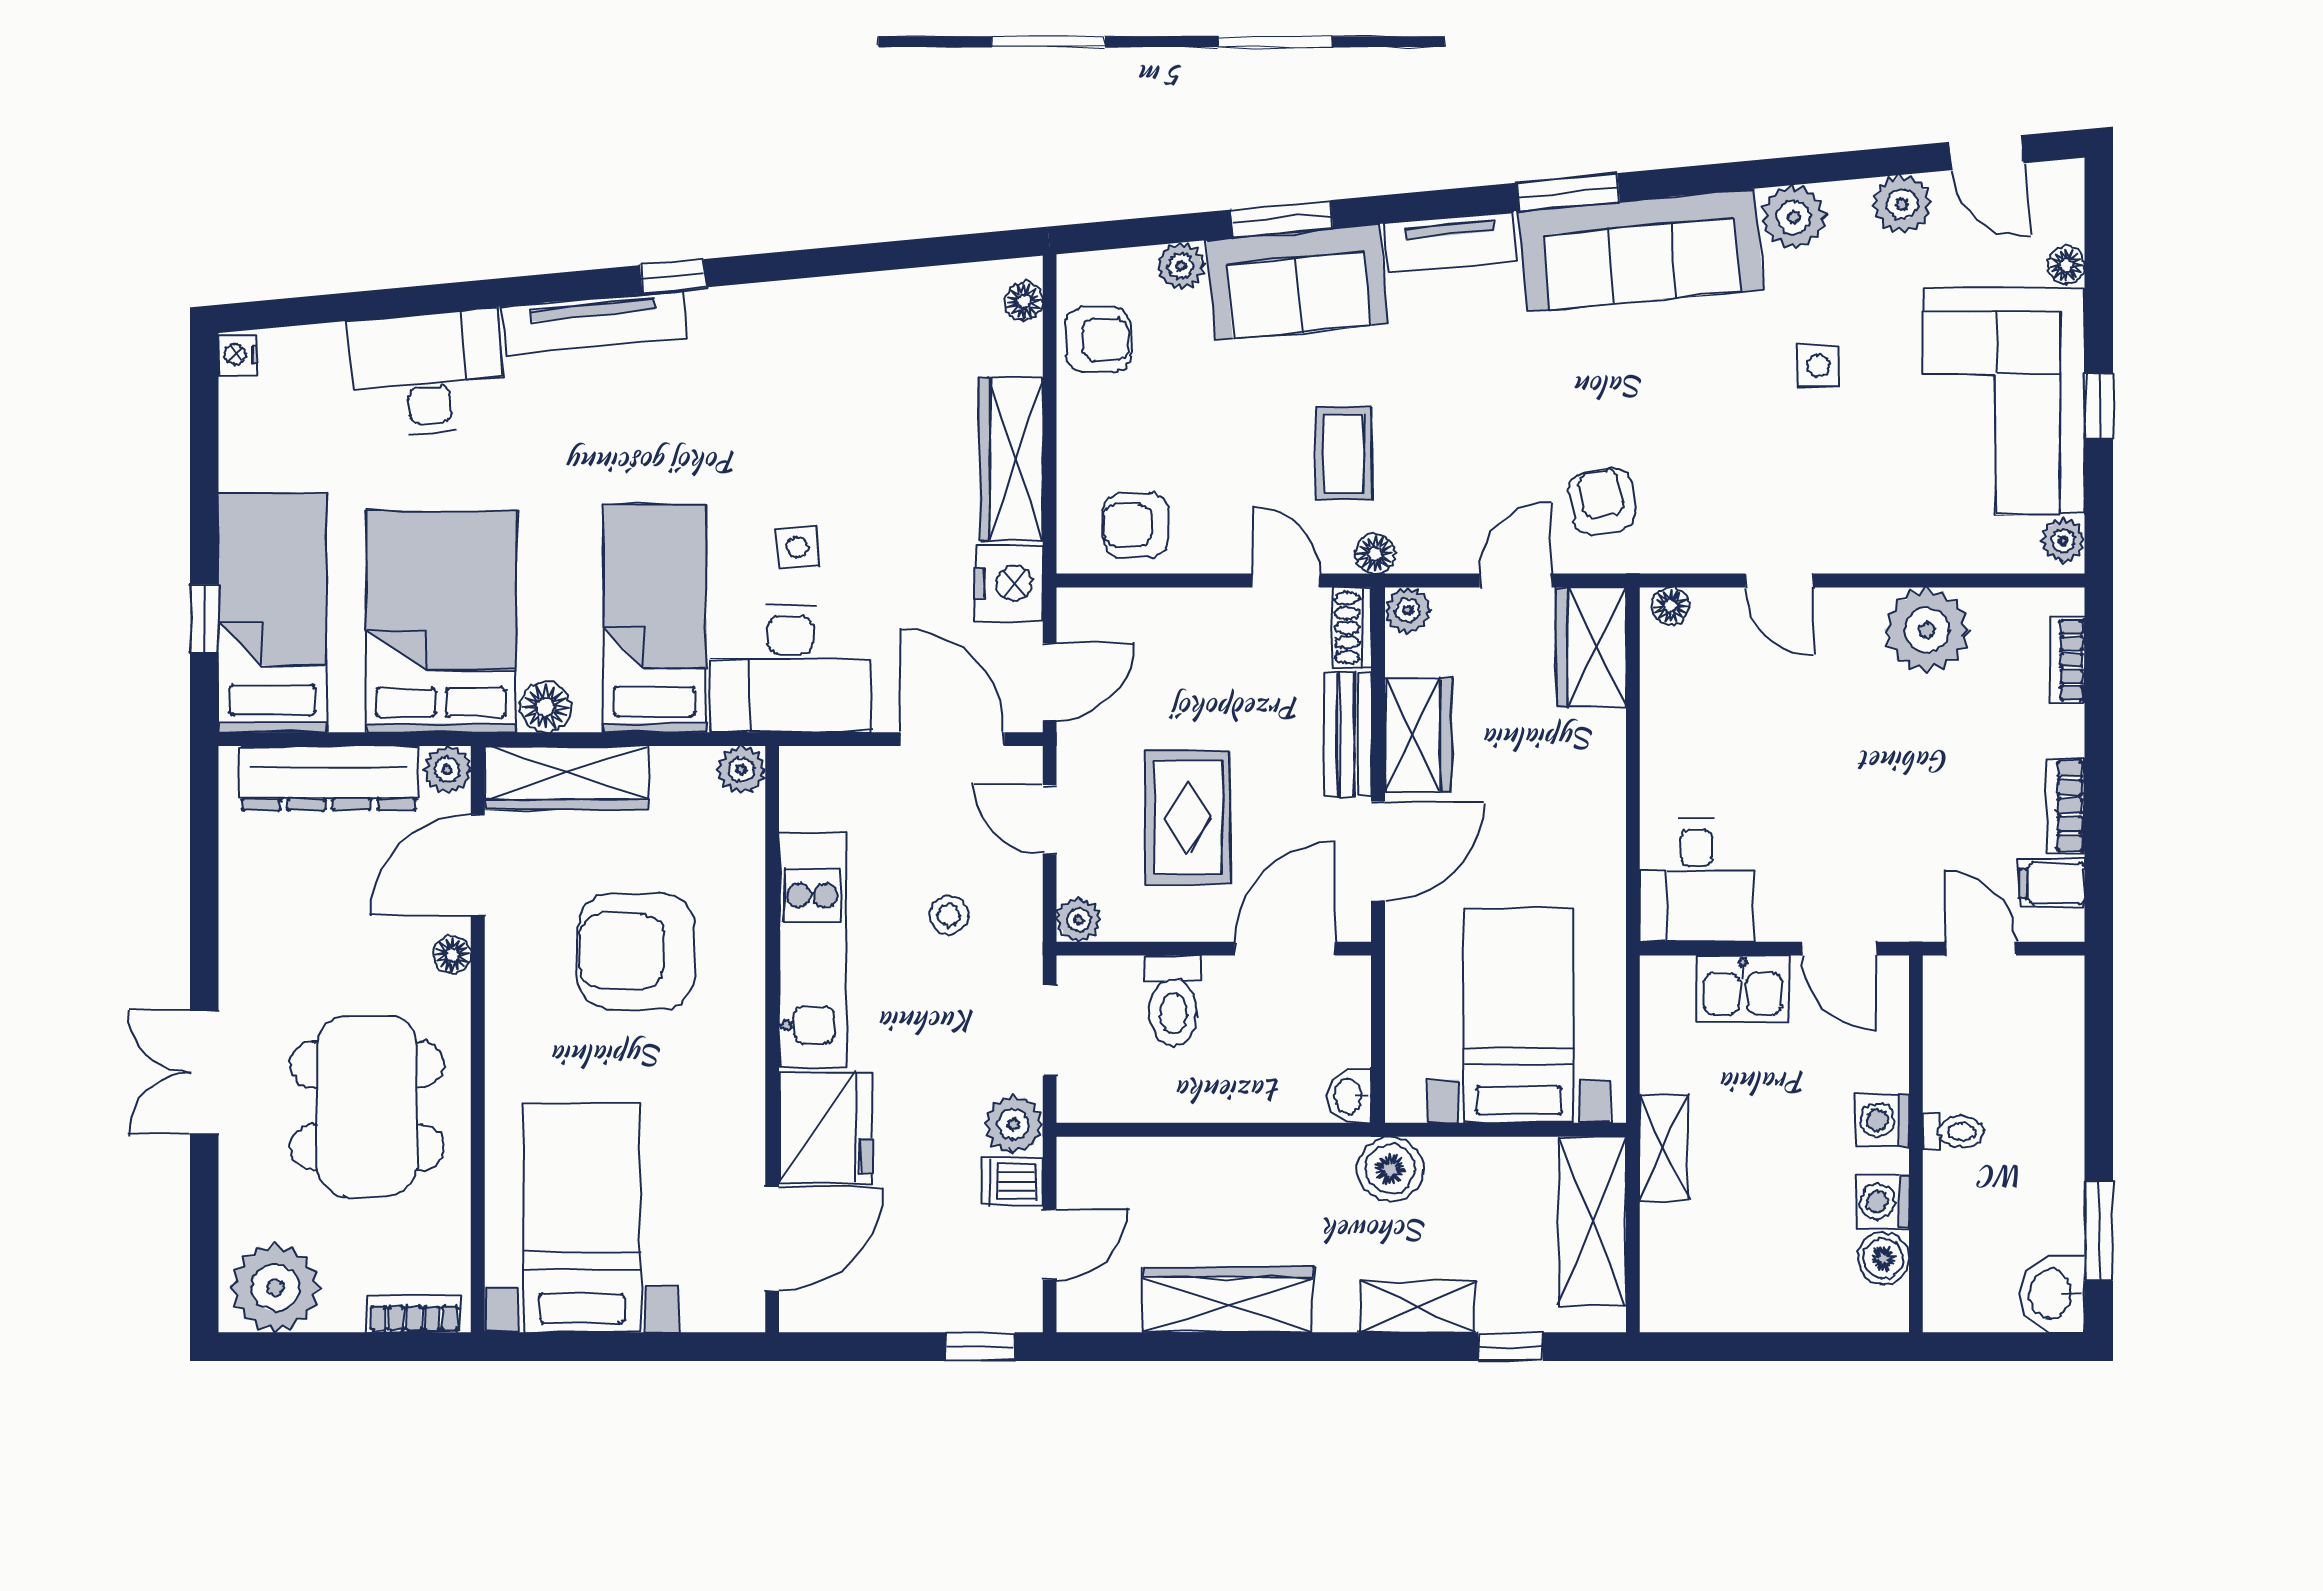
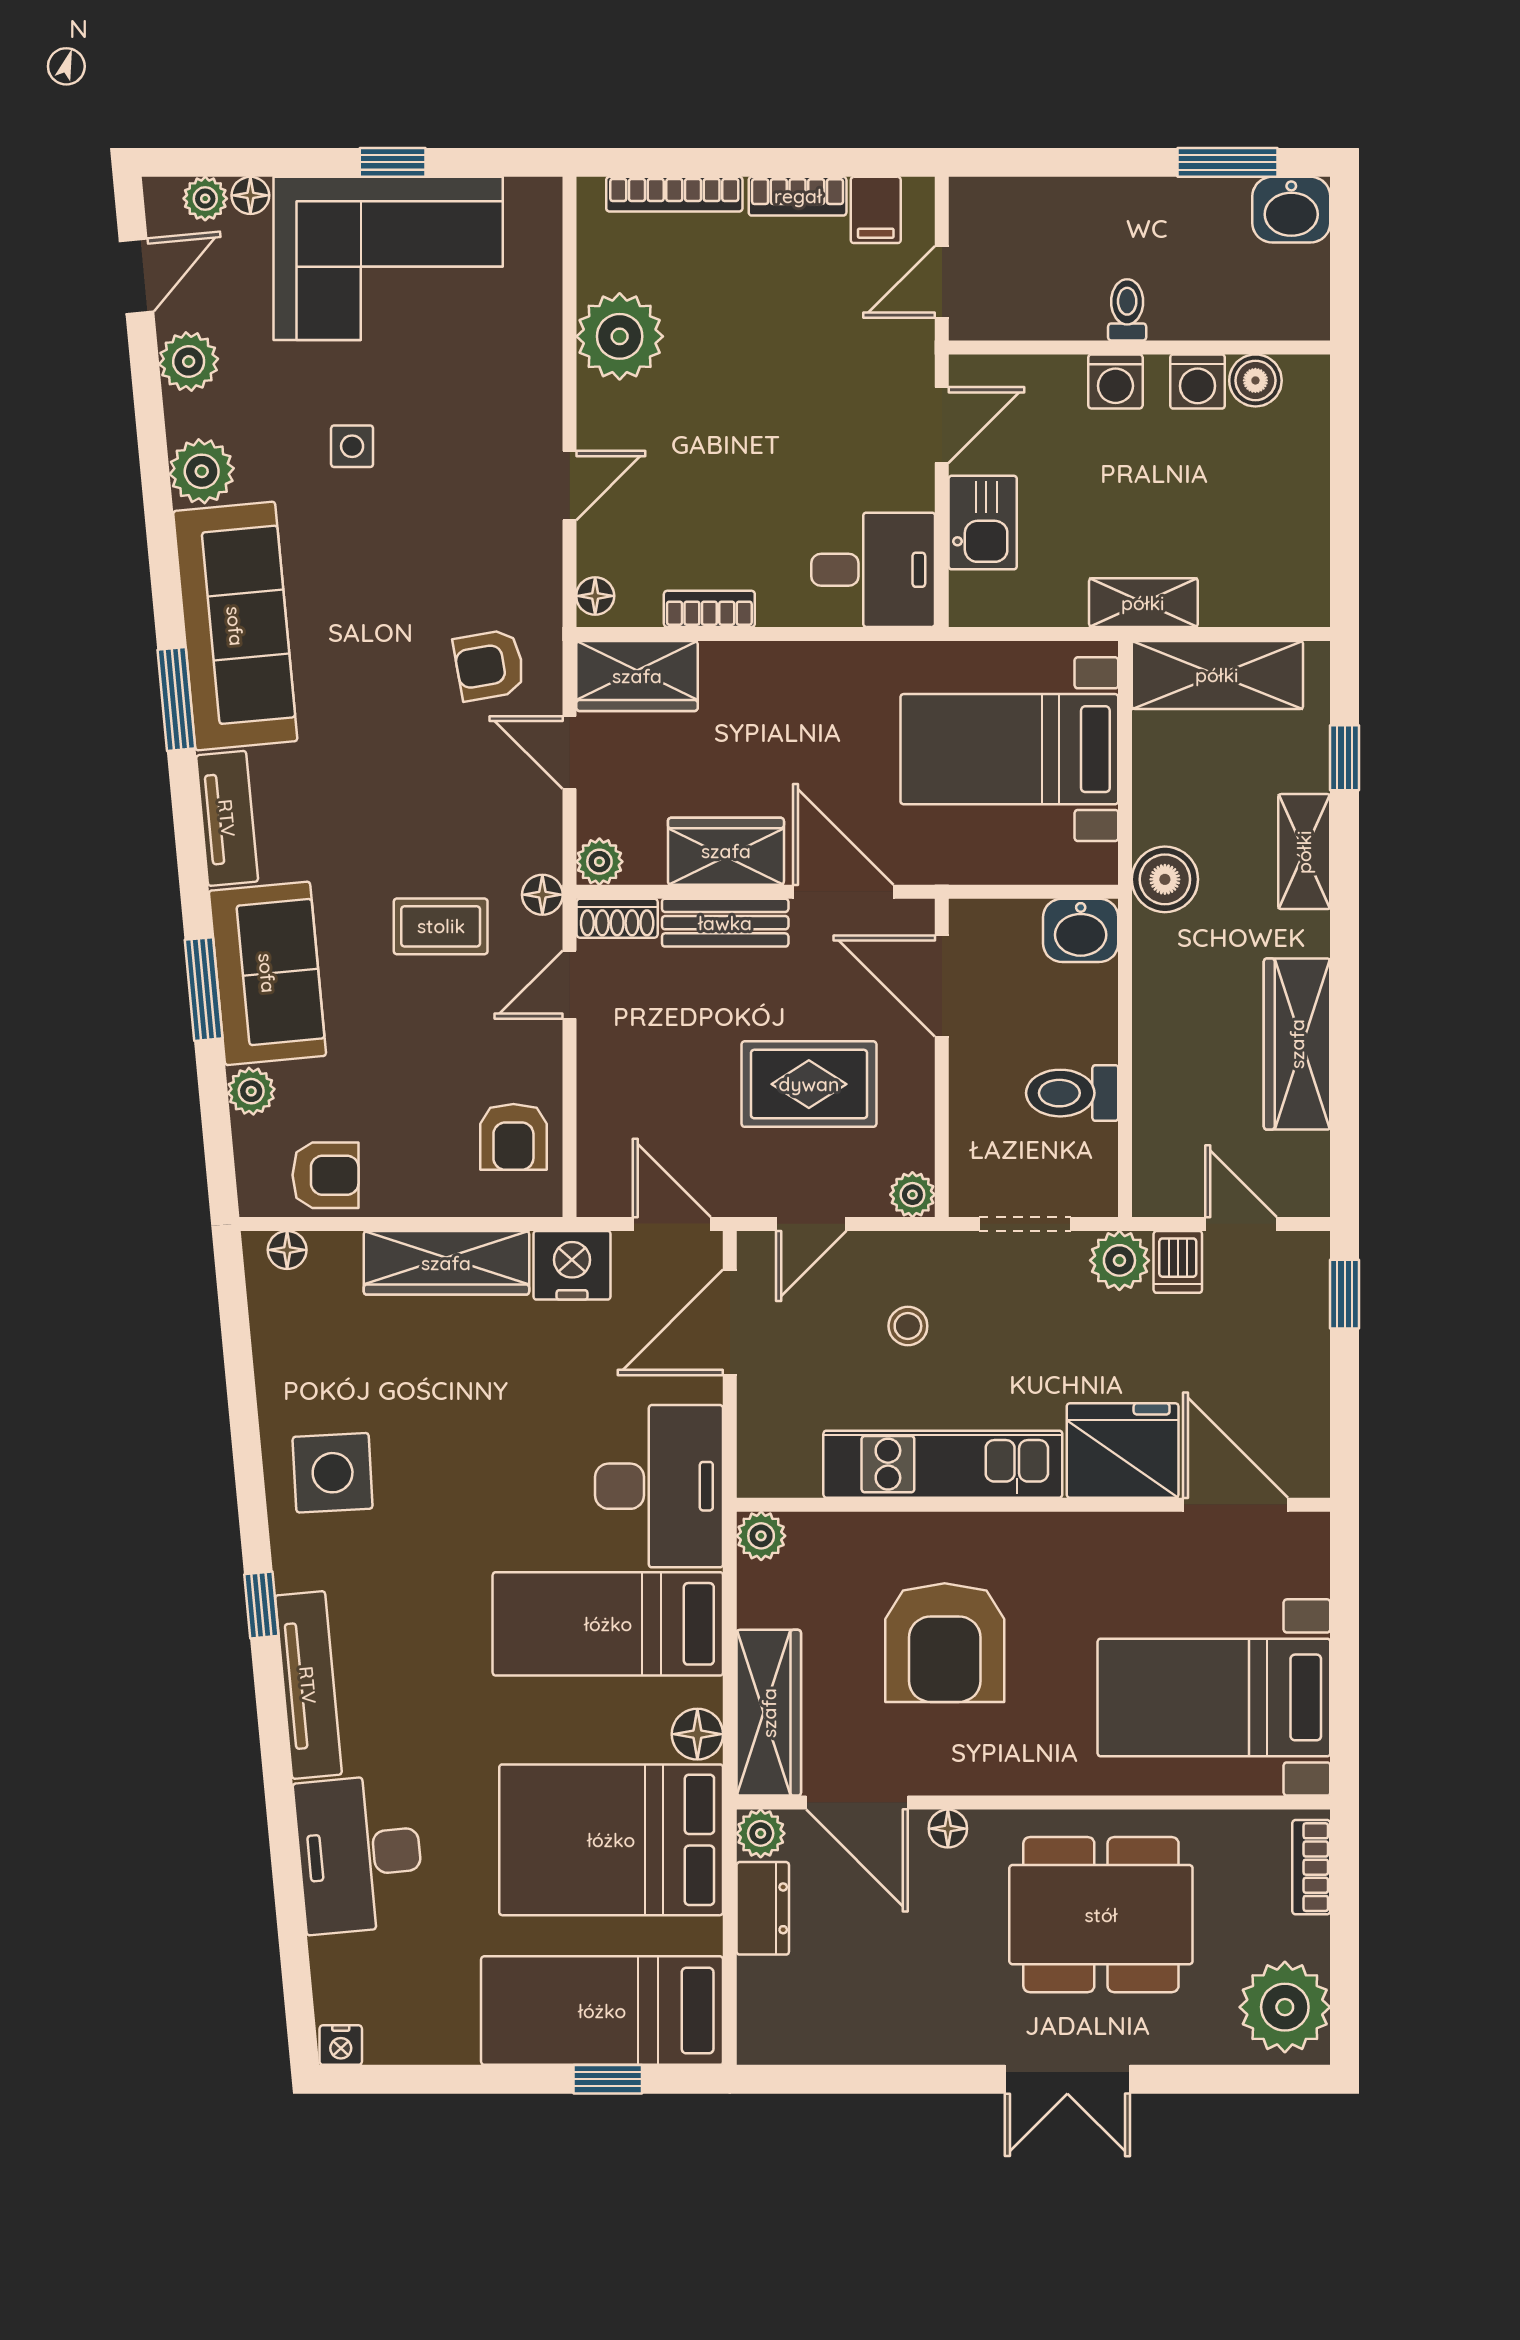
armchair: (1098, 339) -> (326, 1175), turned 90
plant: (2063, 541) -> (205, 199), moved
side table: (797, 547) -> (333, 1473), moved, width x1.87, depth x1.87
bookcase: (2067, 660) -> (674, 194), width x1.56
bookcase: (1658, 719) -> (709, 609), added
dresser: (329, 778) -> (763, 1908), width x0.51, depth x0.80
toilet: (1173, 1001) -> (1072, 1093), moved, turned 180
washbasin: (1350, 1096) -> (1081, 930), width x1.38, depth x1.45

